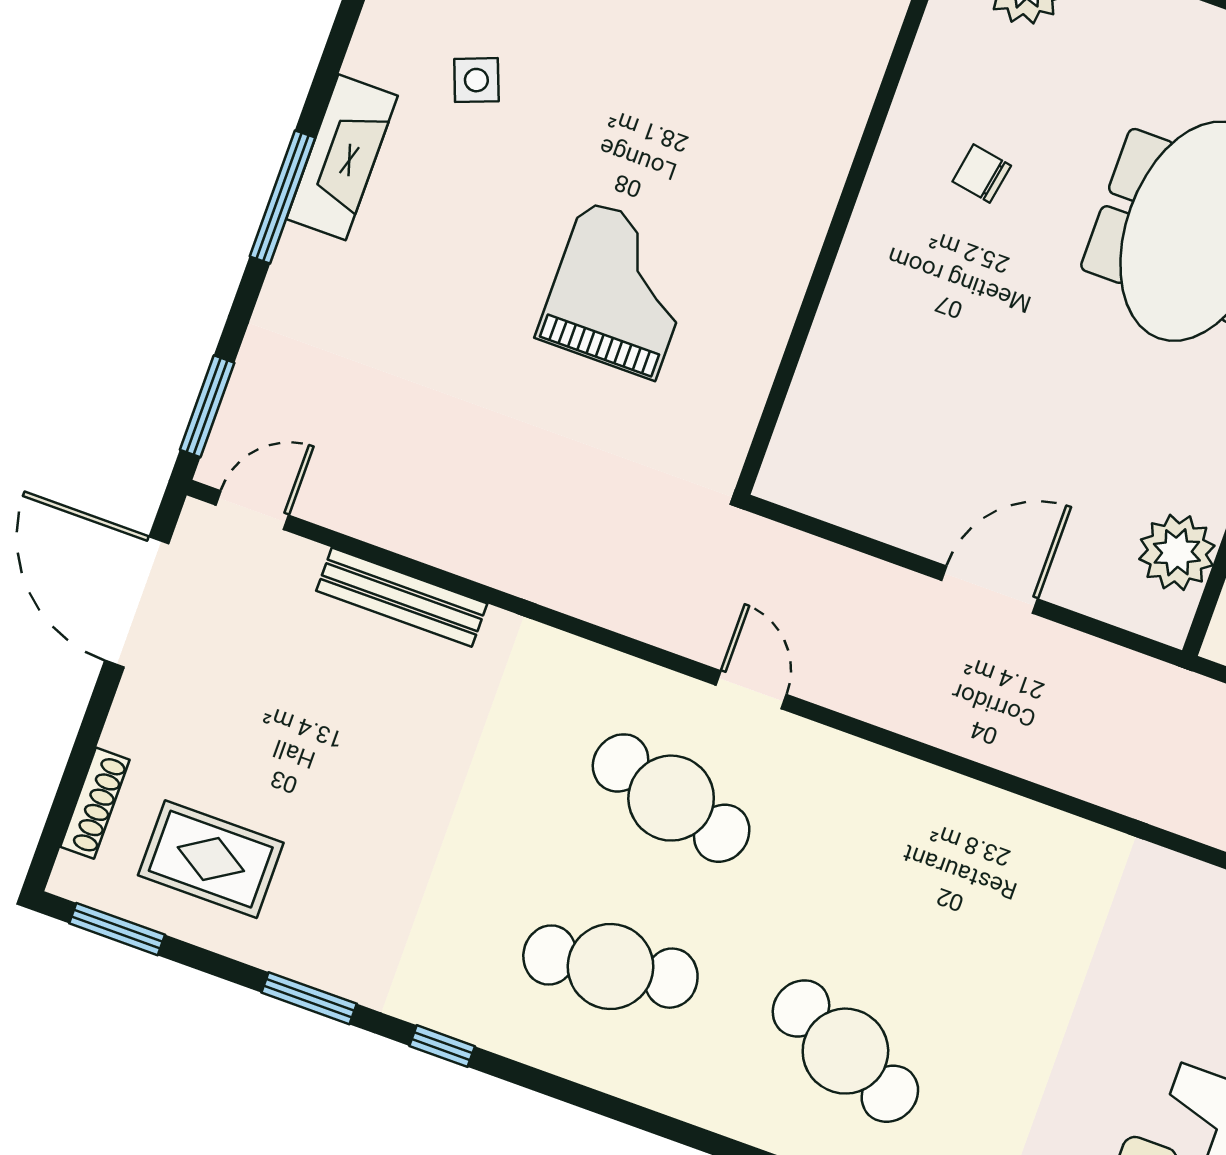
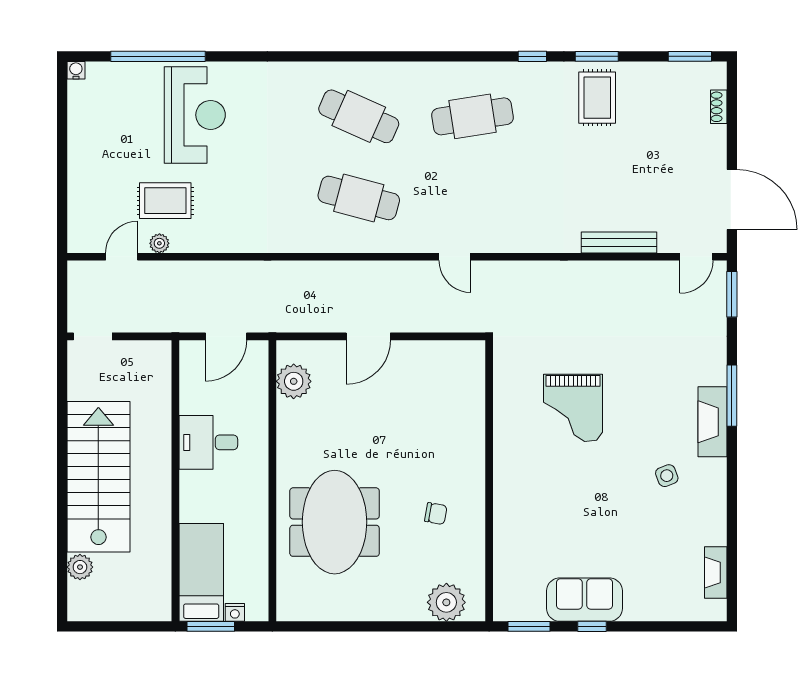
cafe table: (671, 798) -> (359, 198), moved
shoe rack: (95, 803) -> (719, 107), width x0.70
rug: (211, 859) -> (597, 98), moved, turned 90

